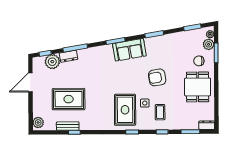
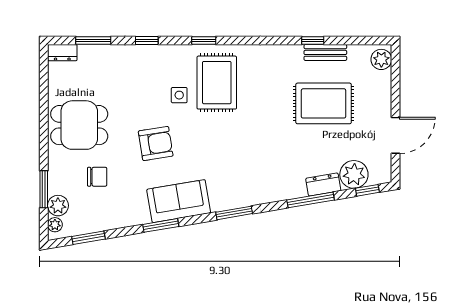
sofa: (129, 50) -> (179, 201), moved
chair: (199, 61) -> (97, 177), moved
dining table: (198, 87) -> (79, 125), turned 90
coffee table: (160, 112) -> (150, 78), removed

